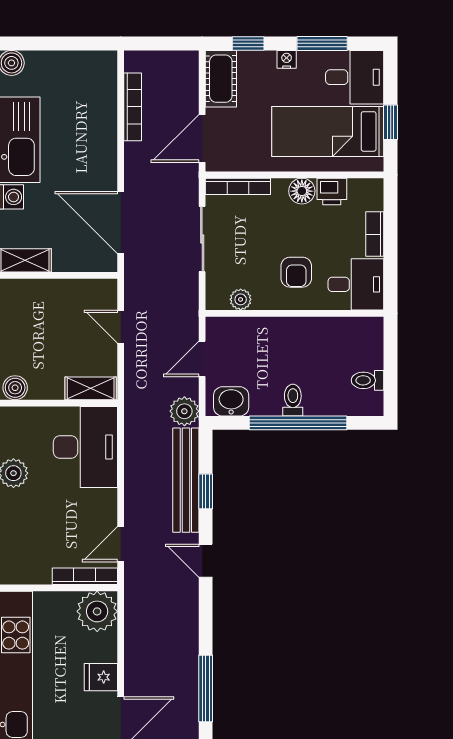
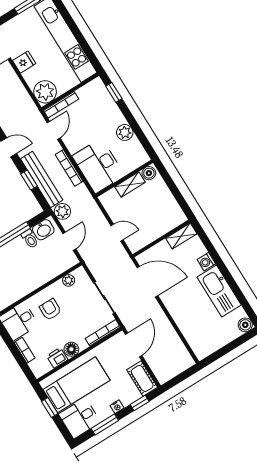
bookcase: (133, 107) -> (69, 168), moved
shelving: (91, 388) -> (130, 184), moved
toilet: (293, 400) -> (30, 239), moved

